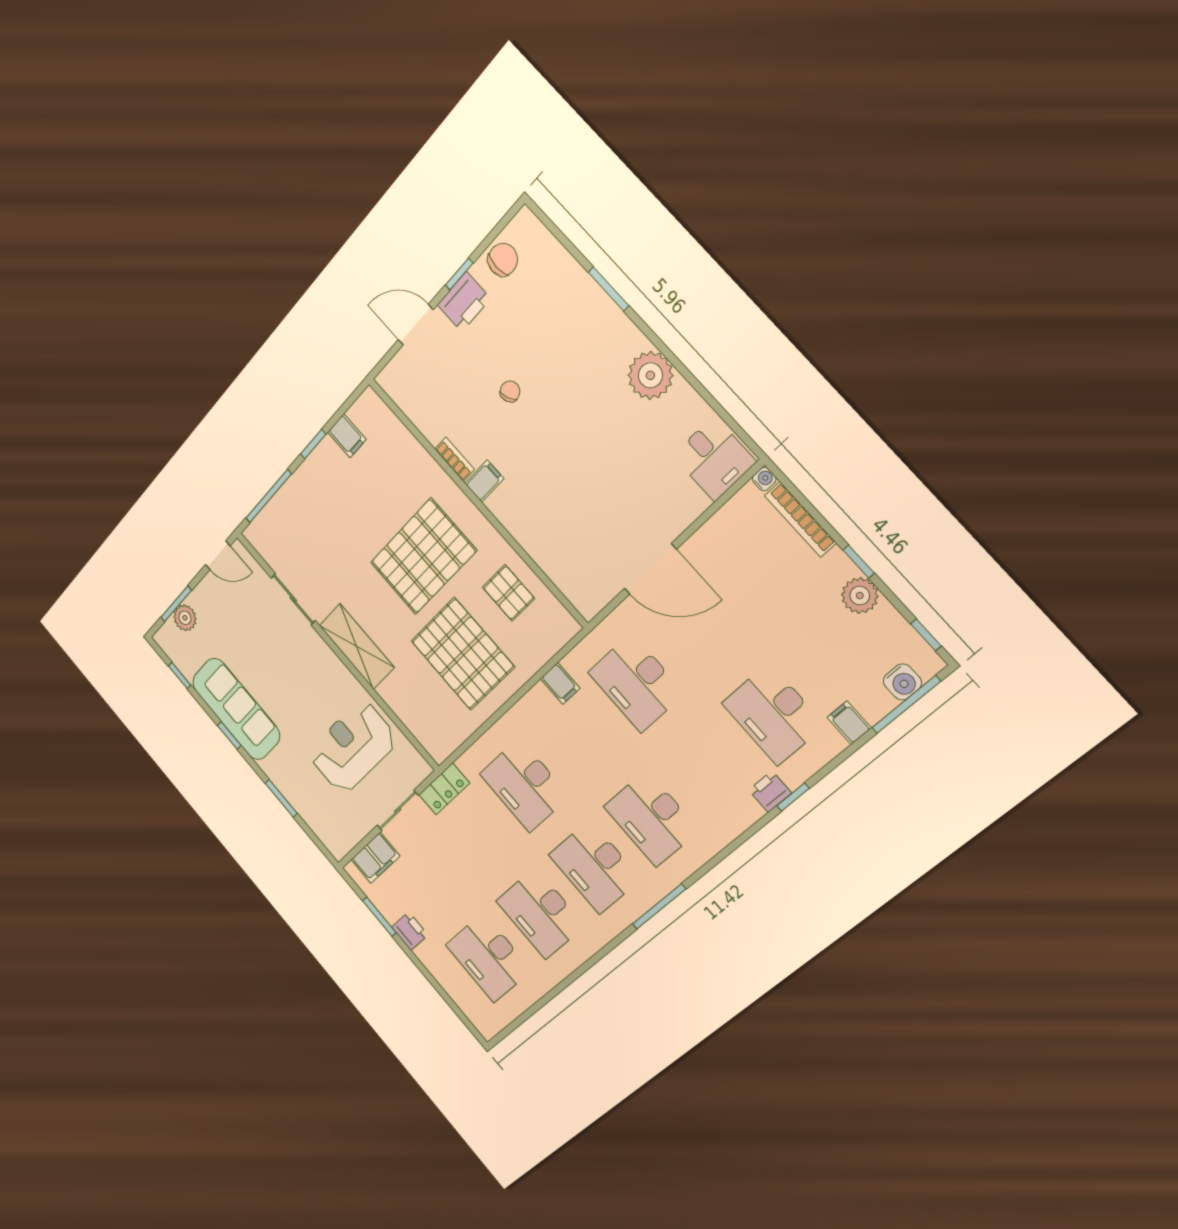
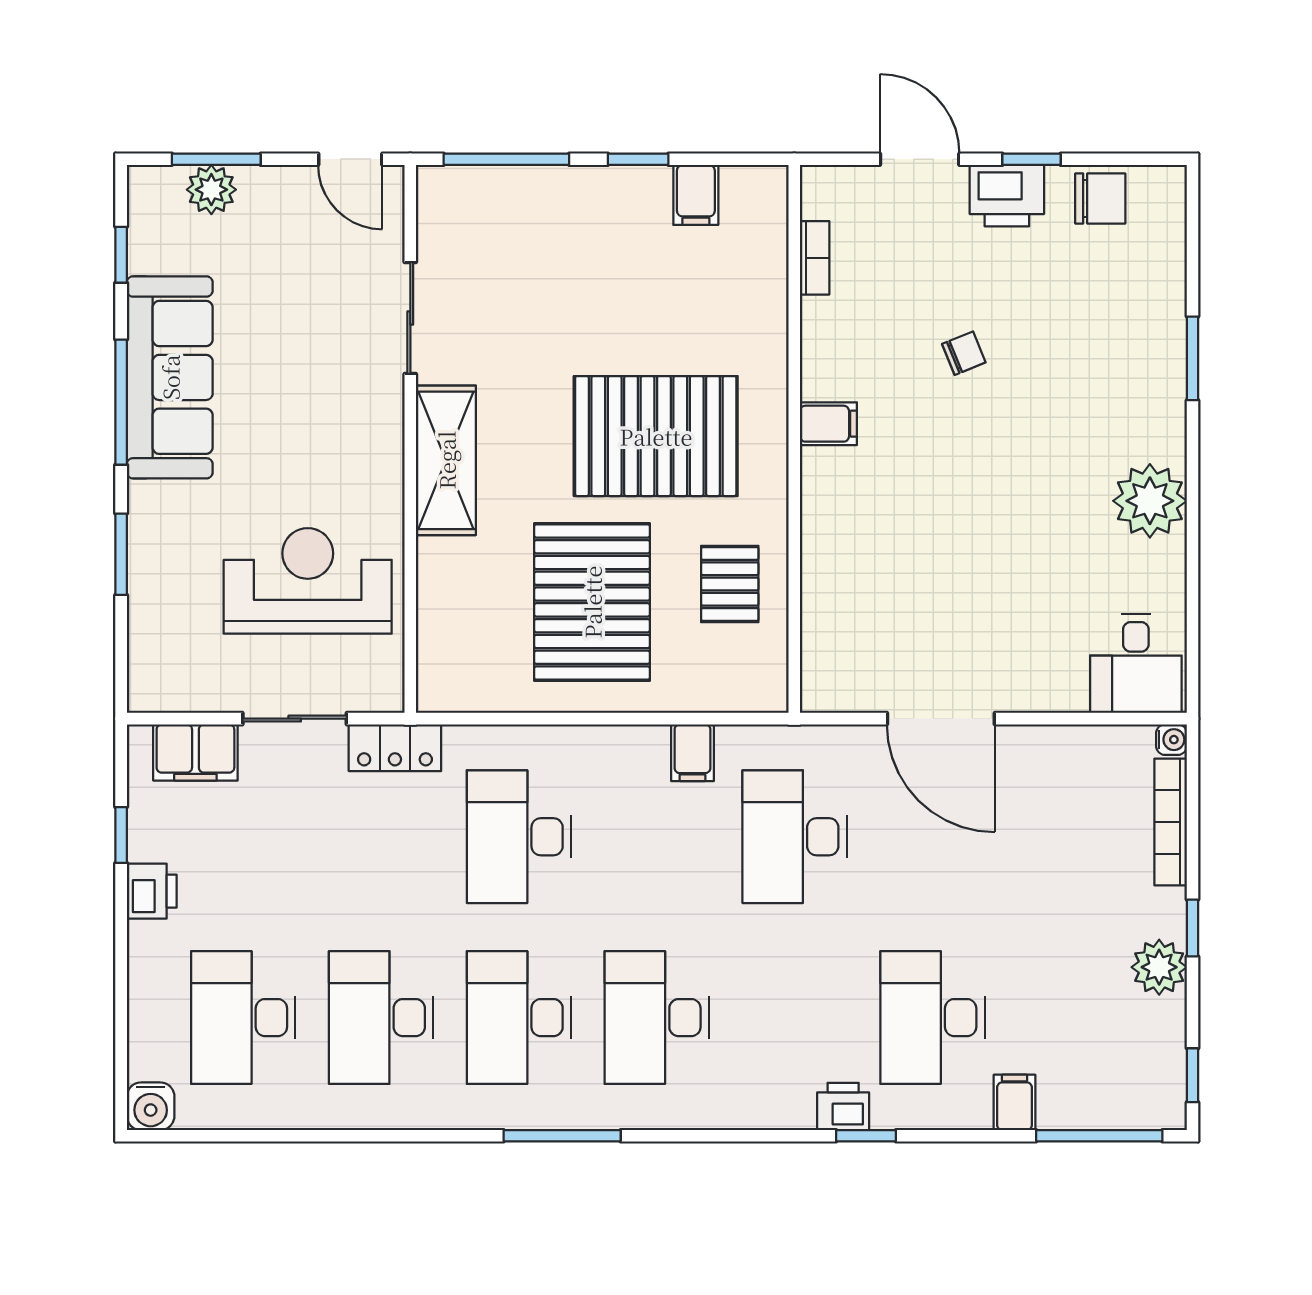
bookcase: (455, 459) -> (815, 258), moved
water cooler: (902, 682) -> (151, 1106), moved
window: (229, 735) -> (121, 402), width x2.17
window: (379, 917) -> (121, 835), width x0.67

